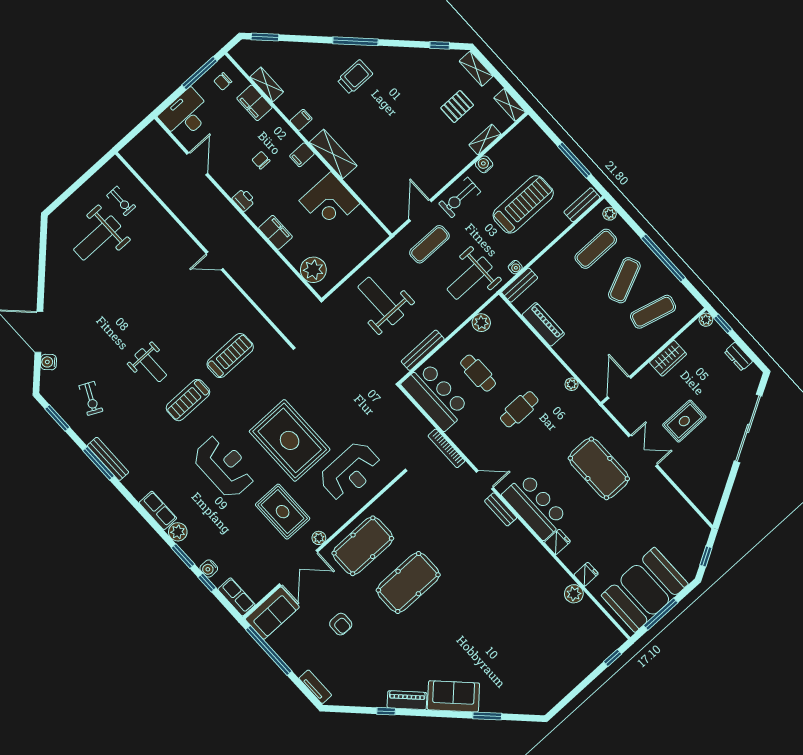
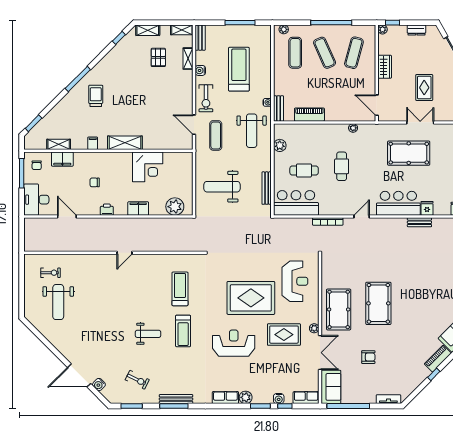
filing cabinet: (302, 155) -> (111, 159), removed
bench: (582, 205) -> (200, 38), moved
bench: (501, 509) -> (419, 222), moved

